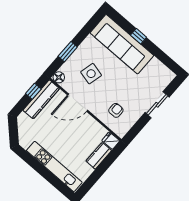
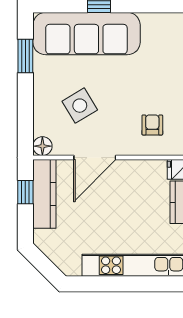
window: (68, 52) -> (25, 56), moved
side table: (91, 74) -> (80, 106), turned 45

